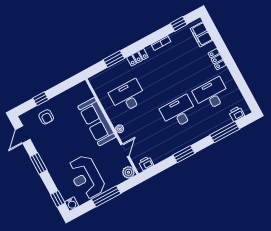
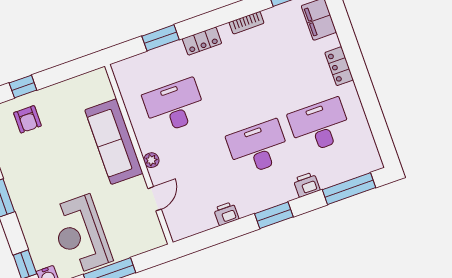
printer: (237, 114) -> (306, 185), moved
window: (225, 132) -> (349, 189), moved
window: (184, 154) -> (274, 215), moved
printer: (146, 163) -> (226, 214), moved
plant: (128, 172) -> (155, 238), removed

